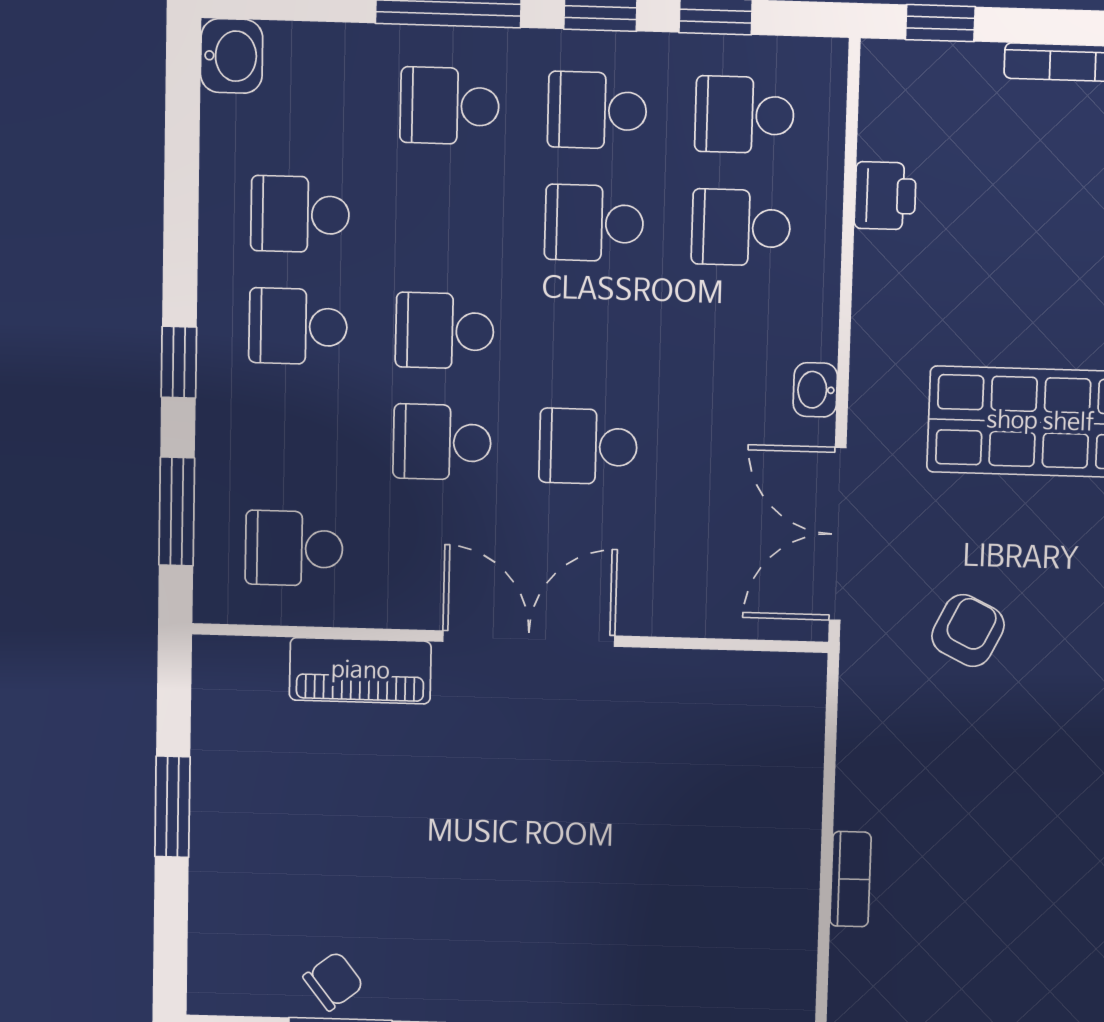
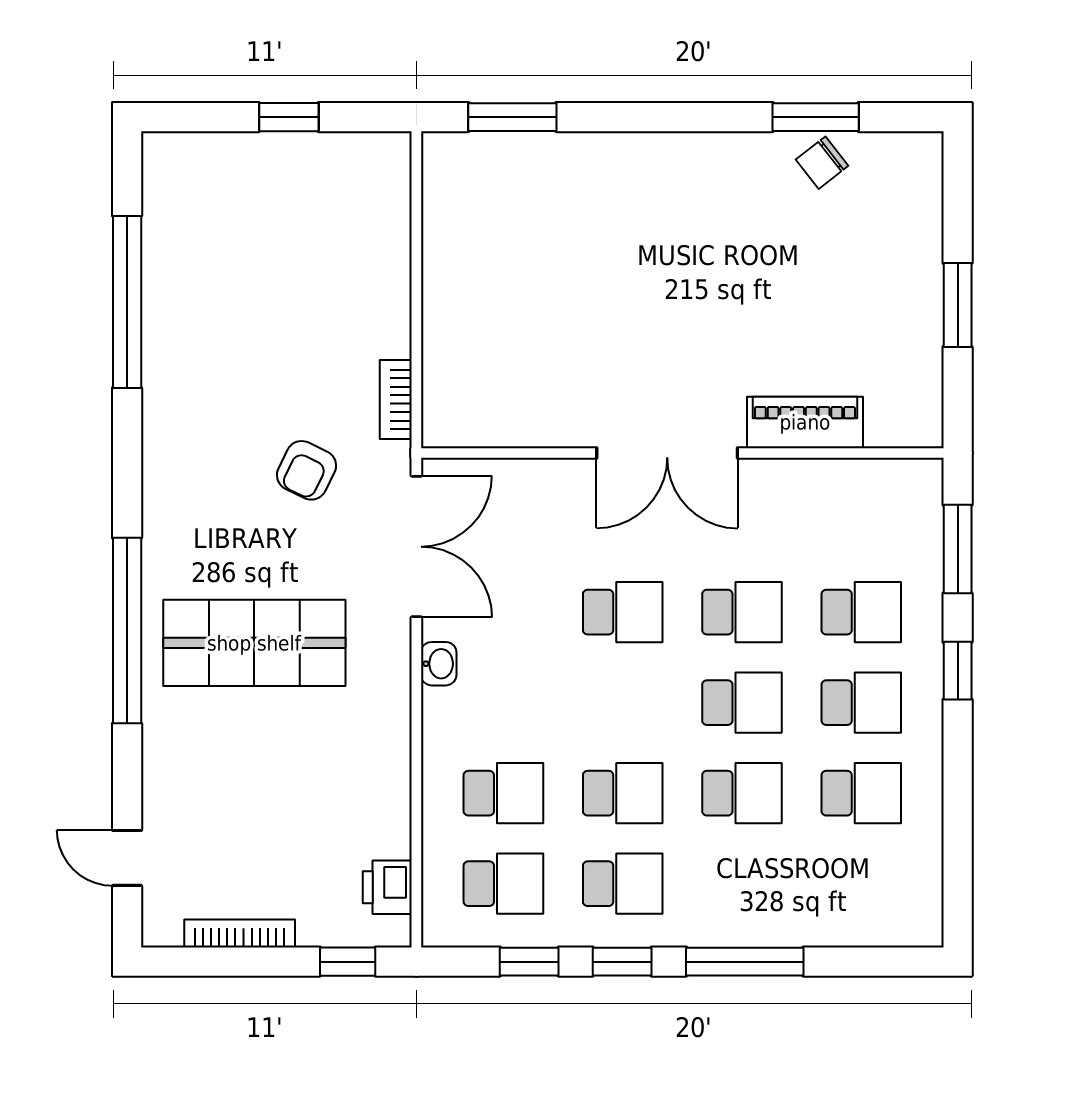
washbasin: (232, 56) -> (919, 918), removed
school desk: (450, 106) -> (742, 793), moved
printer: (885, 196) -> (387, 887), moved
school desk: (294, 548) -> (861, 612), moved
bookcase: (851, 879) -> (396, 399), moved

